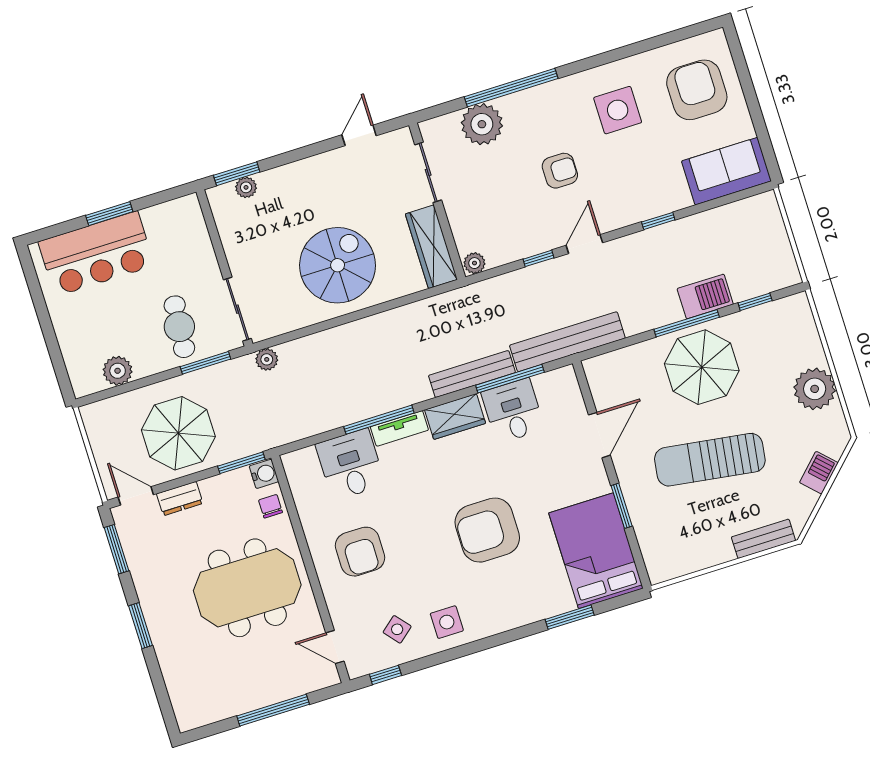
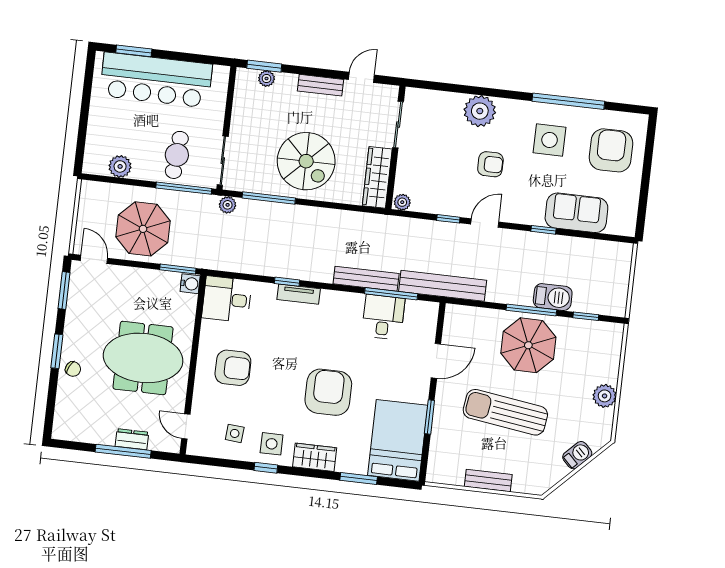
window: (511, 88) -> (568, 101), moved
plant: (482, 124) -> (480, 111), moved
bench: (314, 167) -> (320, 85), added
sofa: (726, 171) -> (576, 213), moved
window: (109, 214) -> (134, 51), moved
bar counter: (96, 254) -> (156, 80), width x1.36
spiral stairs: (338, 265) -> (306, 161), turned 90
window: (312, 329) -> (269, 198), added
window: (205, 363) -> (184, 188), width x1.44
plant: (815, 389) -> (605, 396), width x0.73, depth x0.73
wardrobe: (455, 417) -> (315, 457), moved, turned 180
window: (379, 420) -> (287, 282), width x0.46
desk: (350, 464) -> (227, 299), moved, turned -90
dresser: (180, 499) -> (132, 439), moved, turned 180
chair: (271, 506) -> (73, 369), moved, turned 117
armchair: (487, 530) -> (328, 392), turned 90
bench: (763, 539) -> (488, 481), moved
armchair: (360, 552) -> (233, 368), turned -90
side table: (397, 629) -> (235, 433), turned 45
window: (385, 675) -> (266, 468), moved

